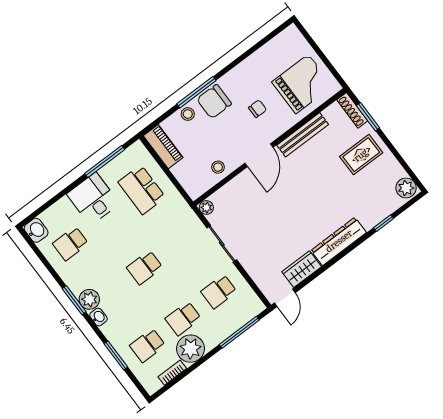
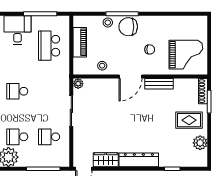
bench: (303, 135) -> (159, 84), width x0.73
piano: (163, 147) -> (80, 42), moved
plant: (406, 188) -> (200, 143), moved

